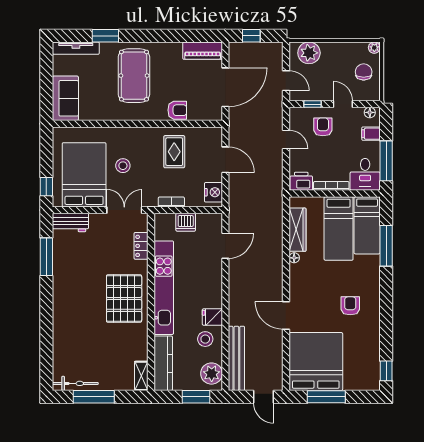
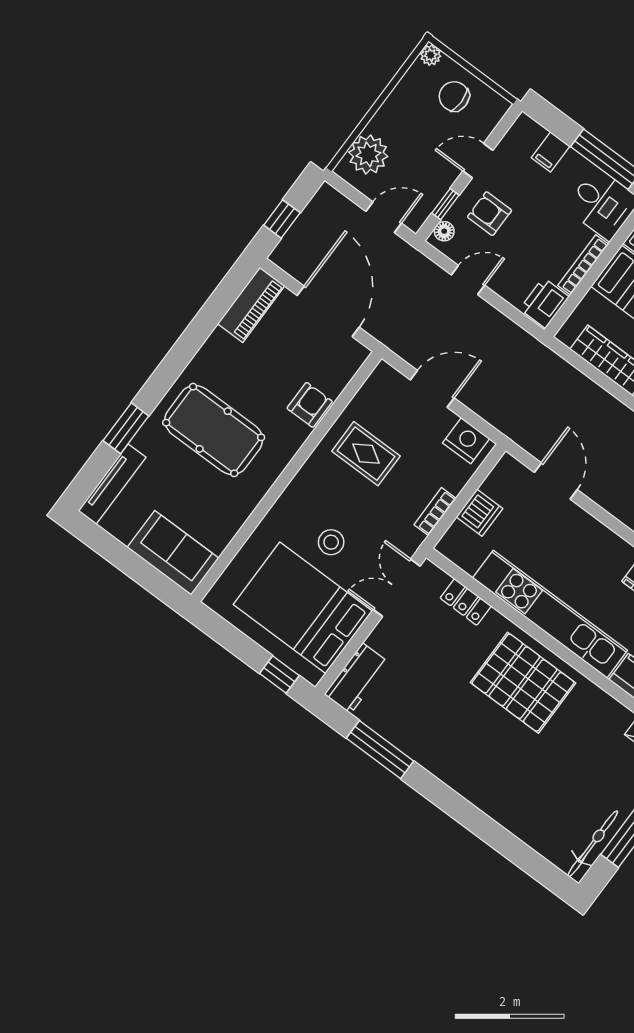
floor lamp: (370, 112) -> (444, 231), moved

